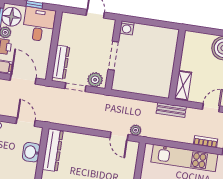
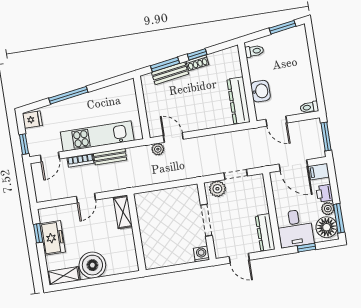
dresser: (61, 62) -> (265, 233), moved
bench: (171, 110) -> (110, 157), moved

